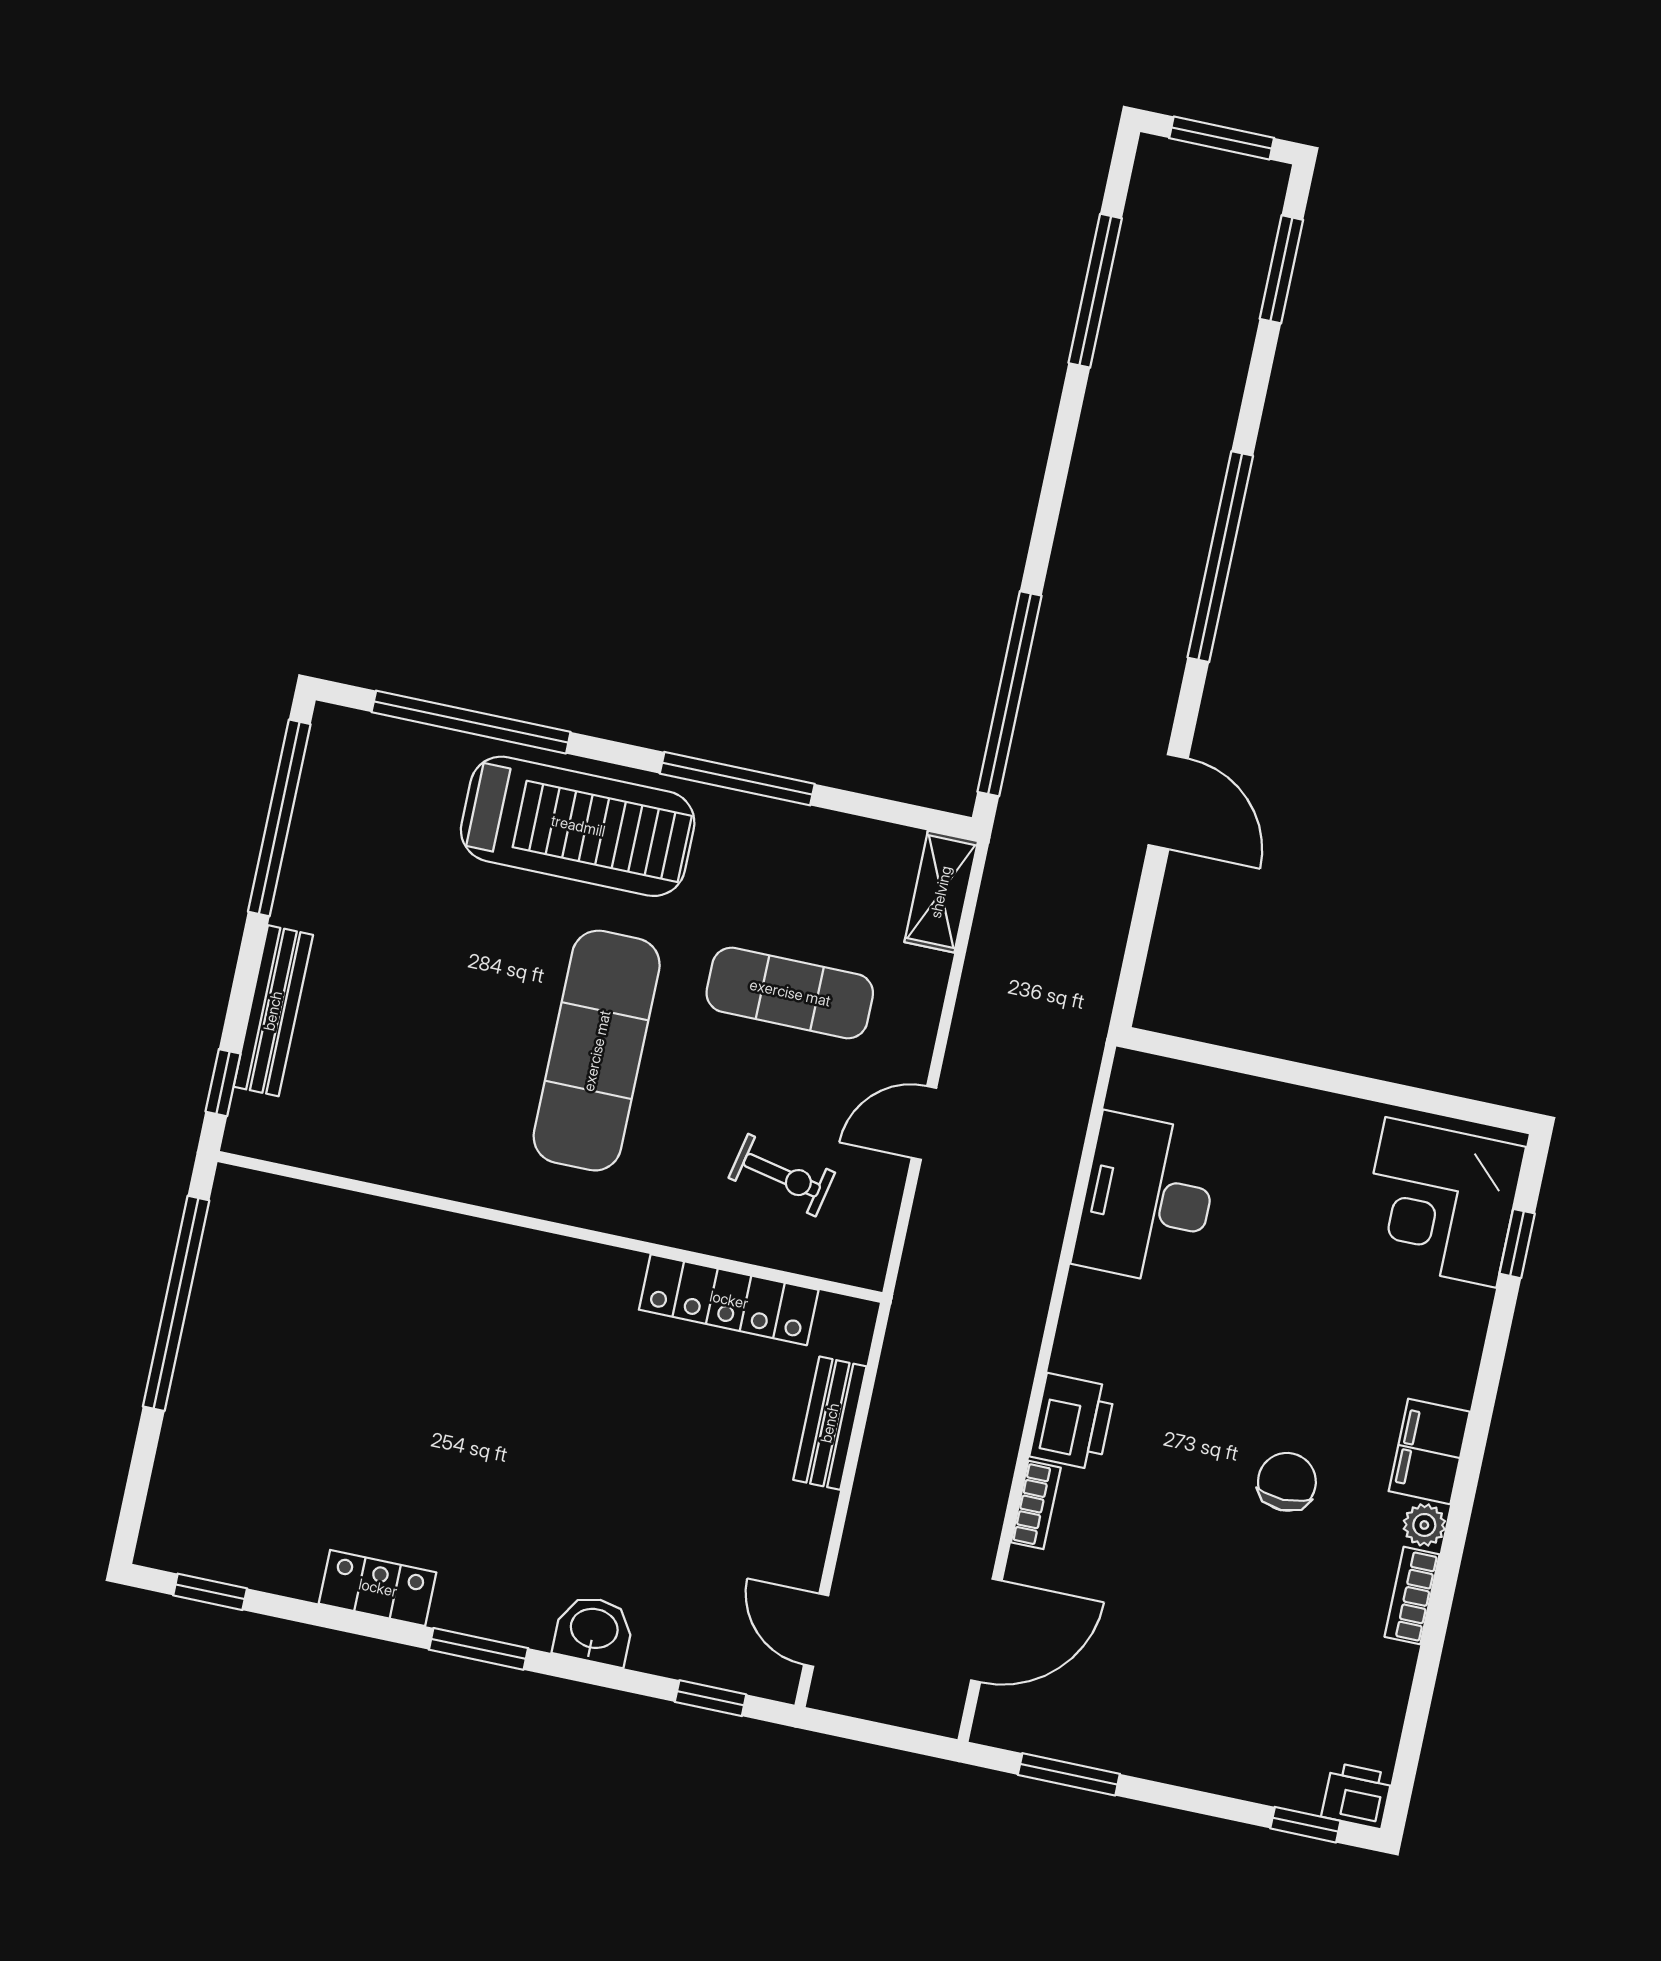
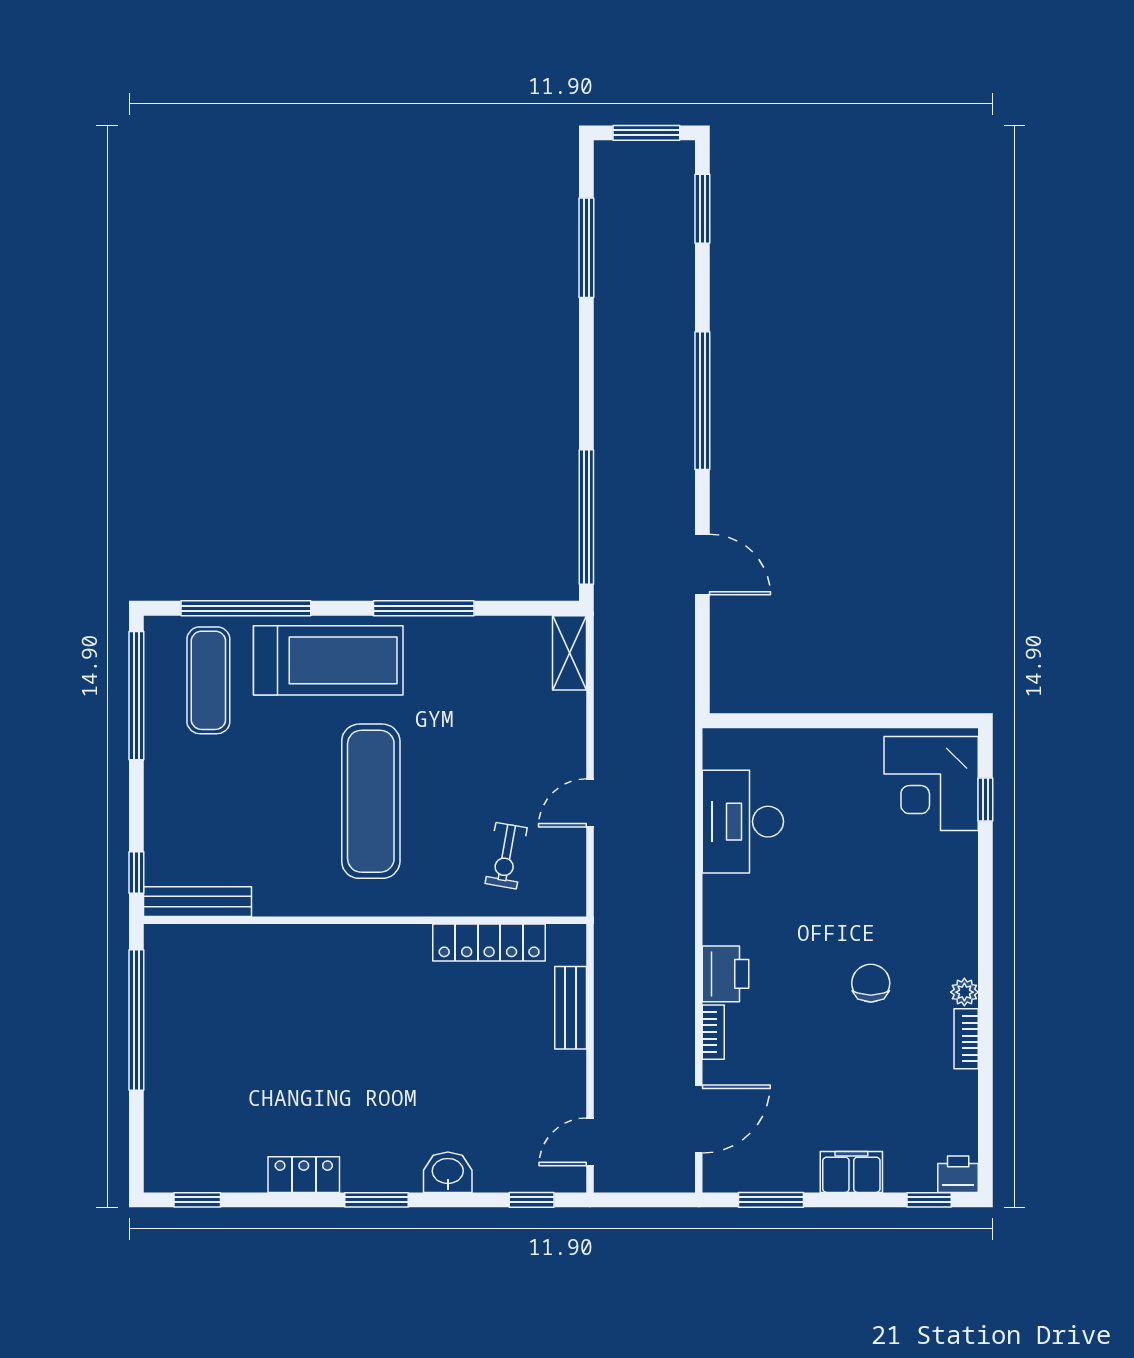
exercise mat: (790, 993) -> (208, 680), moved, turned 90
bench: (273, 1011) -> (197, 902), moved, turned 90
exercise bike: (782, 1175) -> (506, 856), turned 88
filing cabinet: (1429, 1451) -> (851, 1172), moved, turned 90
door: (816, 1630) -> (590, 1142), hinge flipped

